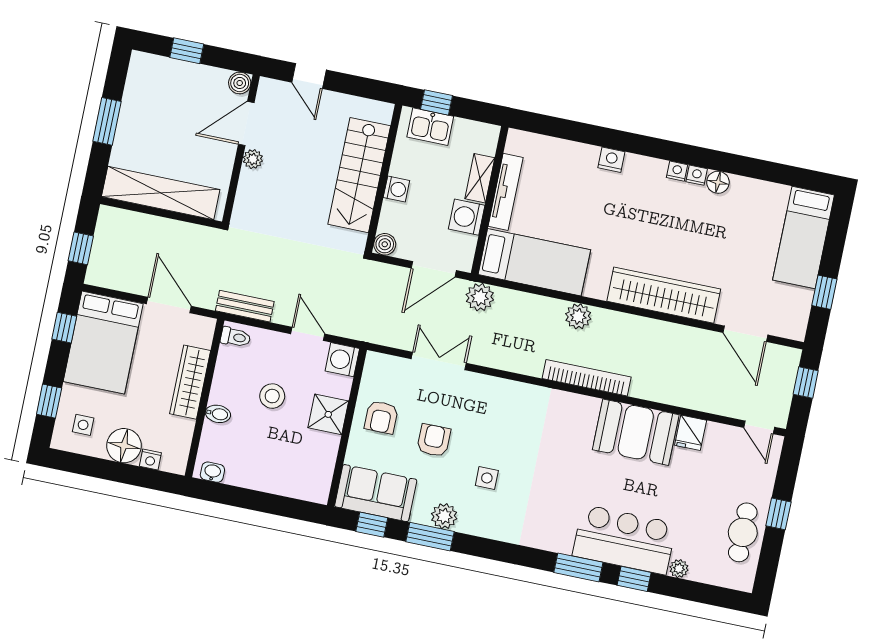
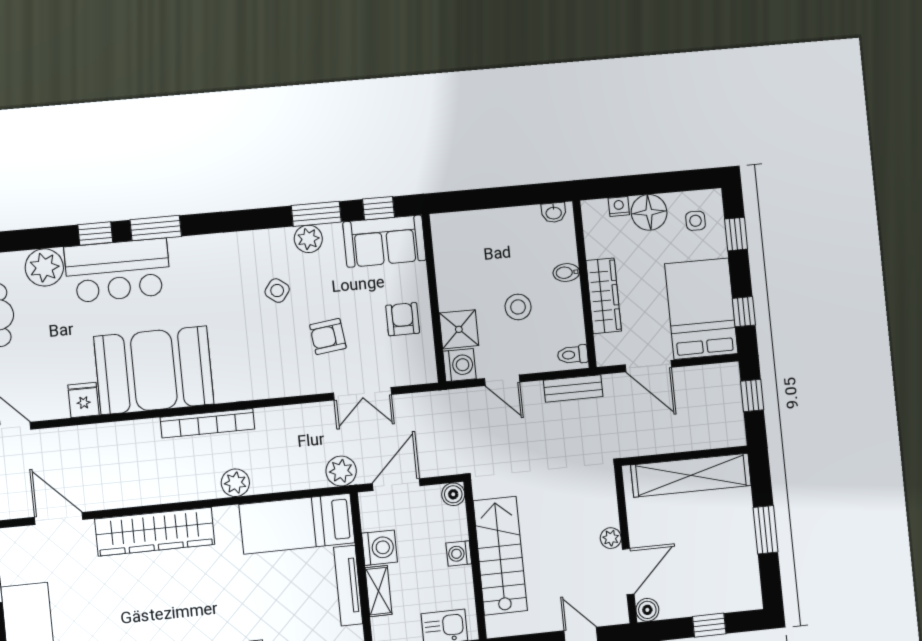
shower: (328, 414) -> (459, 329), moved
booth: (636, 432) -> (154, 370), width x1.36, depth x1.42
armchair: (434, 440) -> (328, 337), moved, turned 83
side table: (487, 478) -> (277, 291), turned 37
plant: (679, 569) -> (44, 267), width x1.87, depth x1.87

